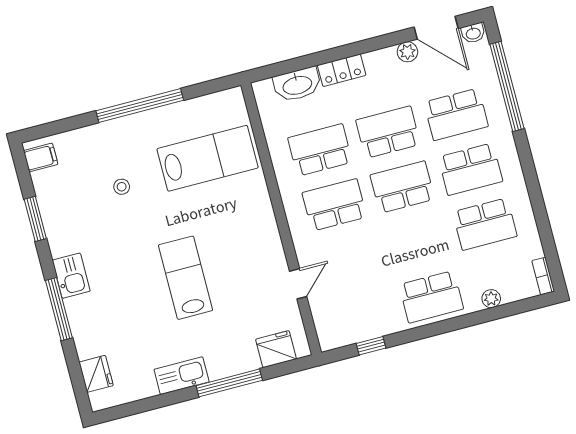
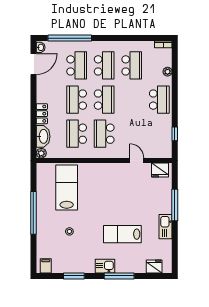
plant: (407, 52) -> (41, 153), moved
school desk: (402, 187) -> (104, 100), turned 180
lab bench: (186, 278) -> (122, 234), moved
fridge: (276, 349) -> (160, 170), moved, turned -90

